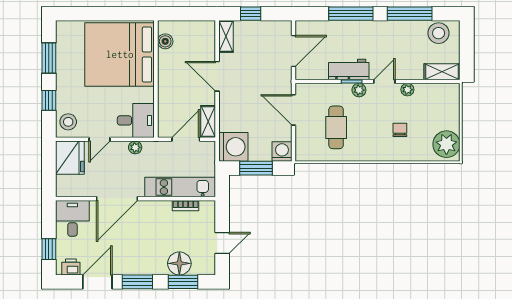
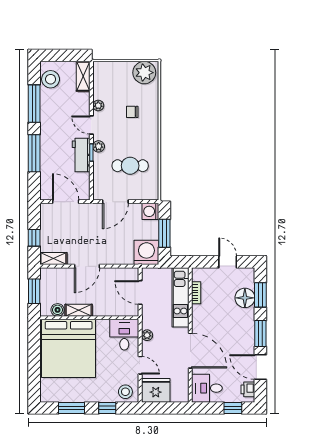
window: (187, 14) -> (34, 291), added
shelving: (208, 121) -> (79, 310), moved

